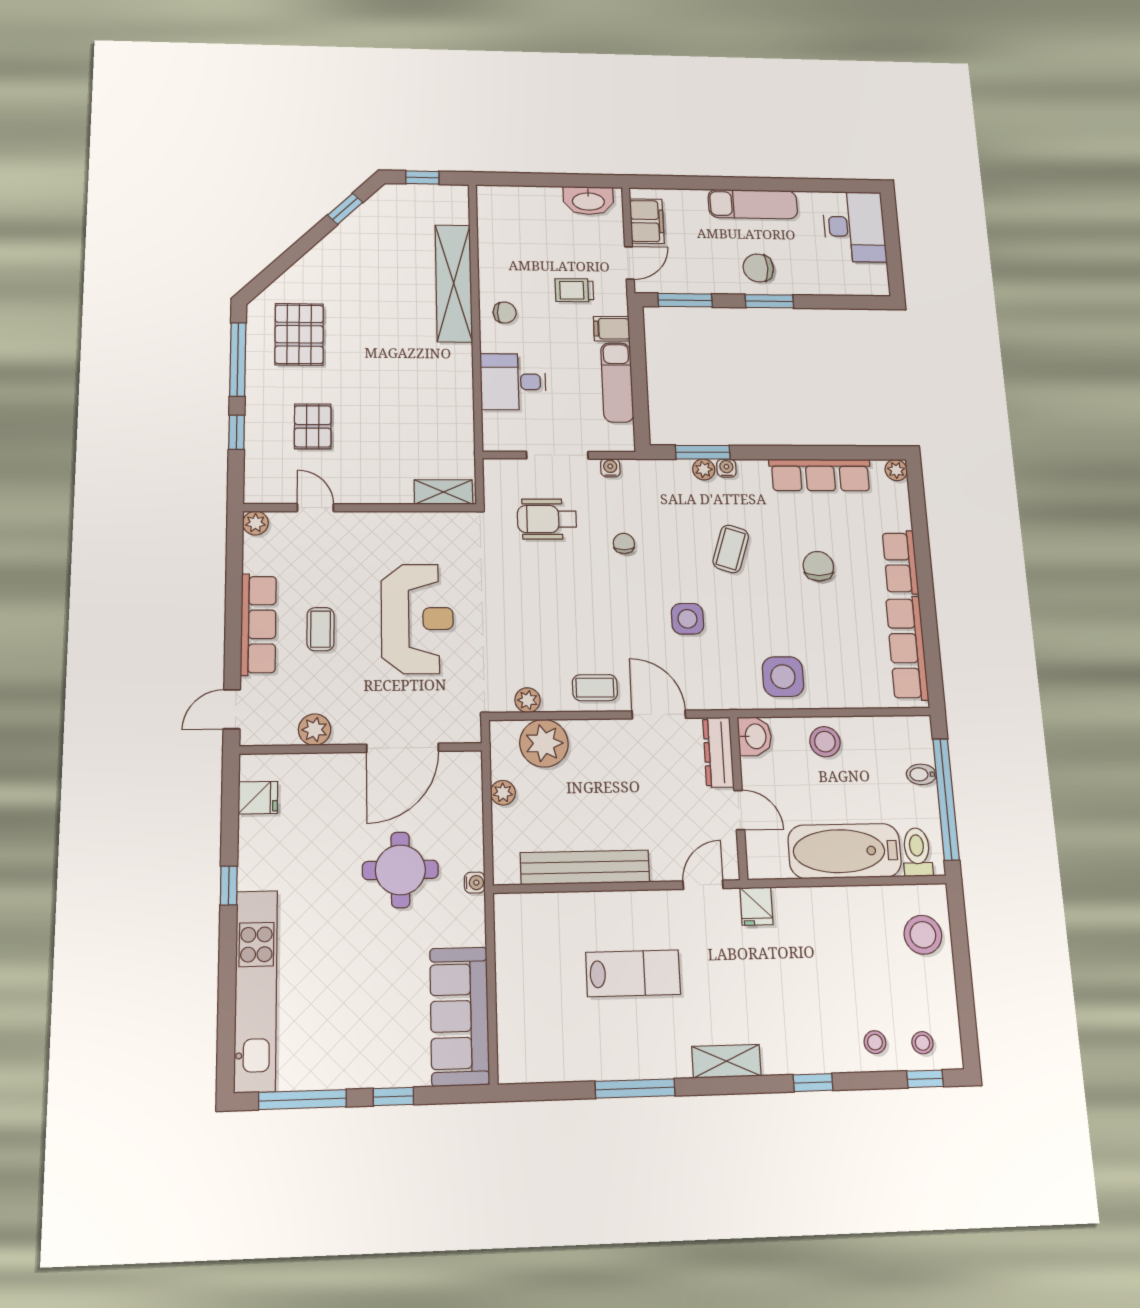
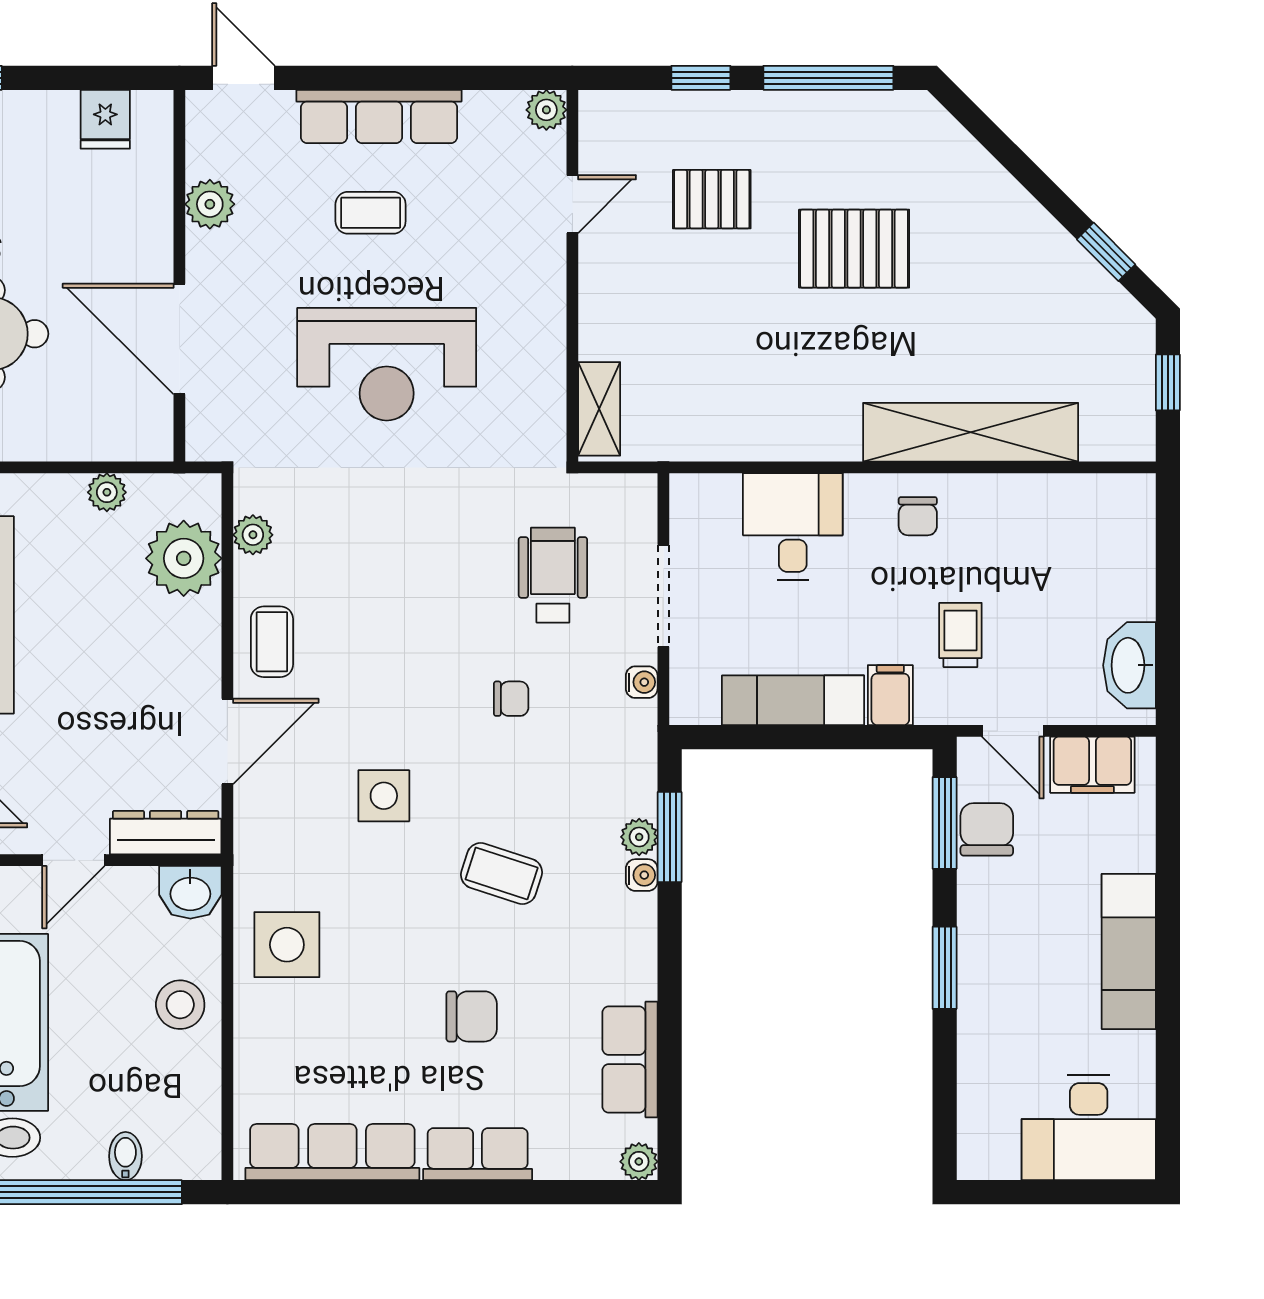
chair: (758, 268) -> (987, 829), moved
pallet: (299, 334) -> (854, 249), moved
row of seats: (820, 475) -> (630, 1060), width x0.68

